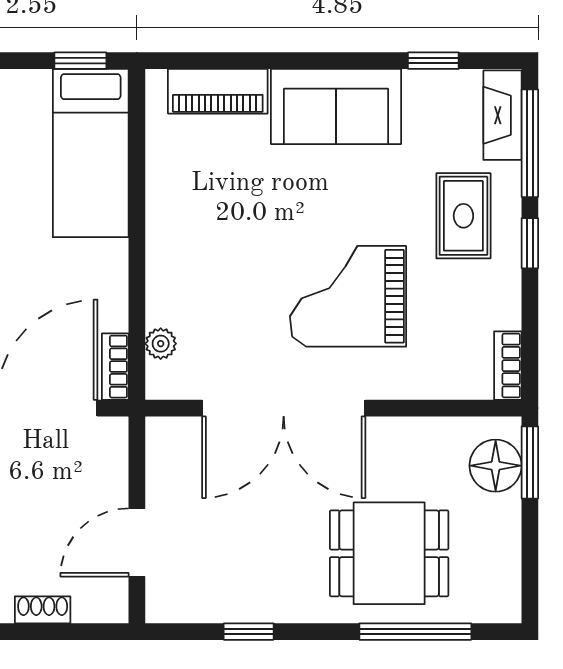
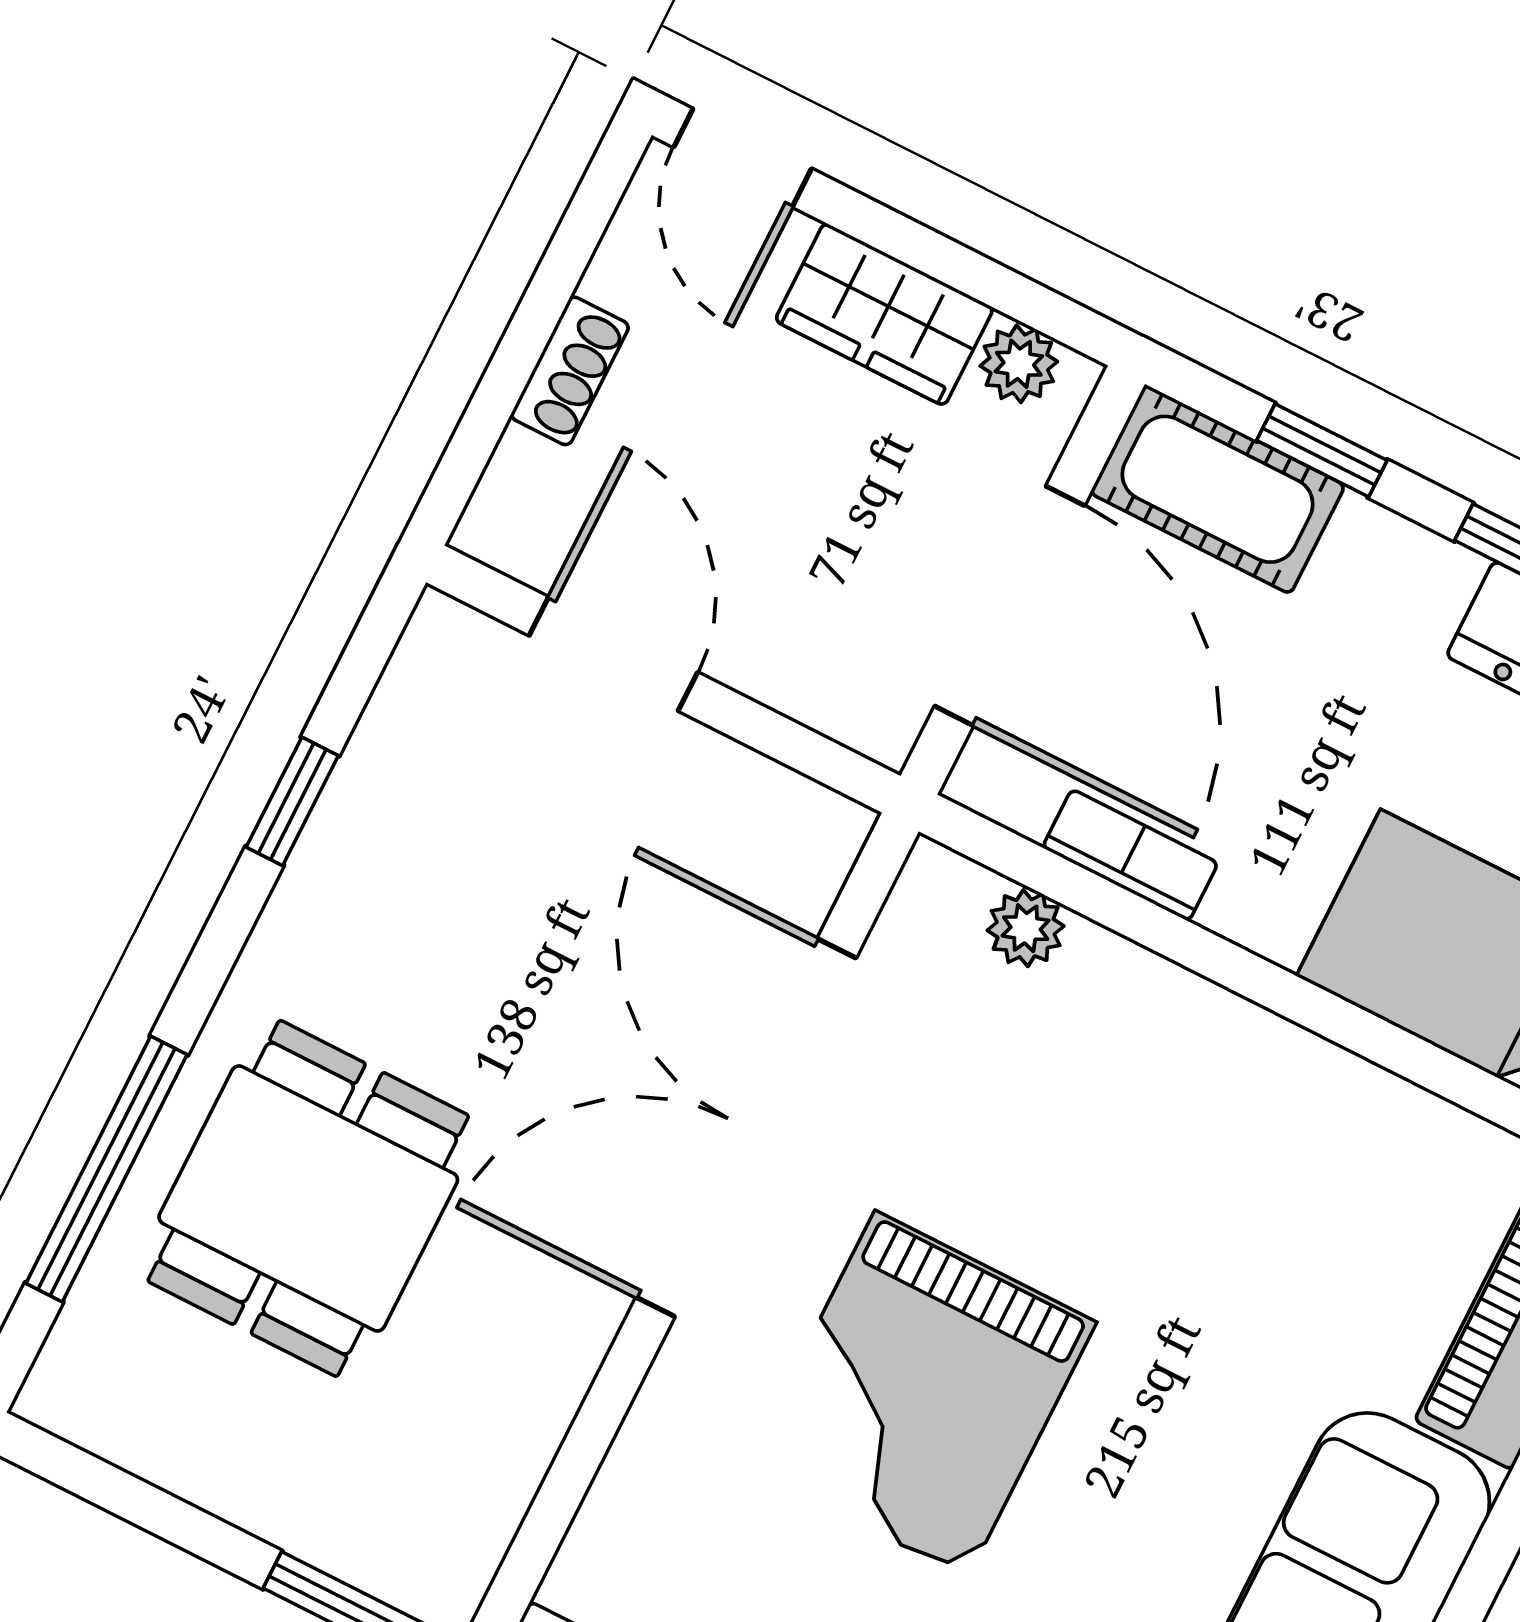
grand piano: (348, 296) -> (921, 1394), turned 180
bookcase: (115, 367) -> (1130, 855), moved
floor lamp: (496, 466) -> (383, 1531), removed

